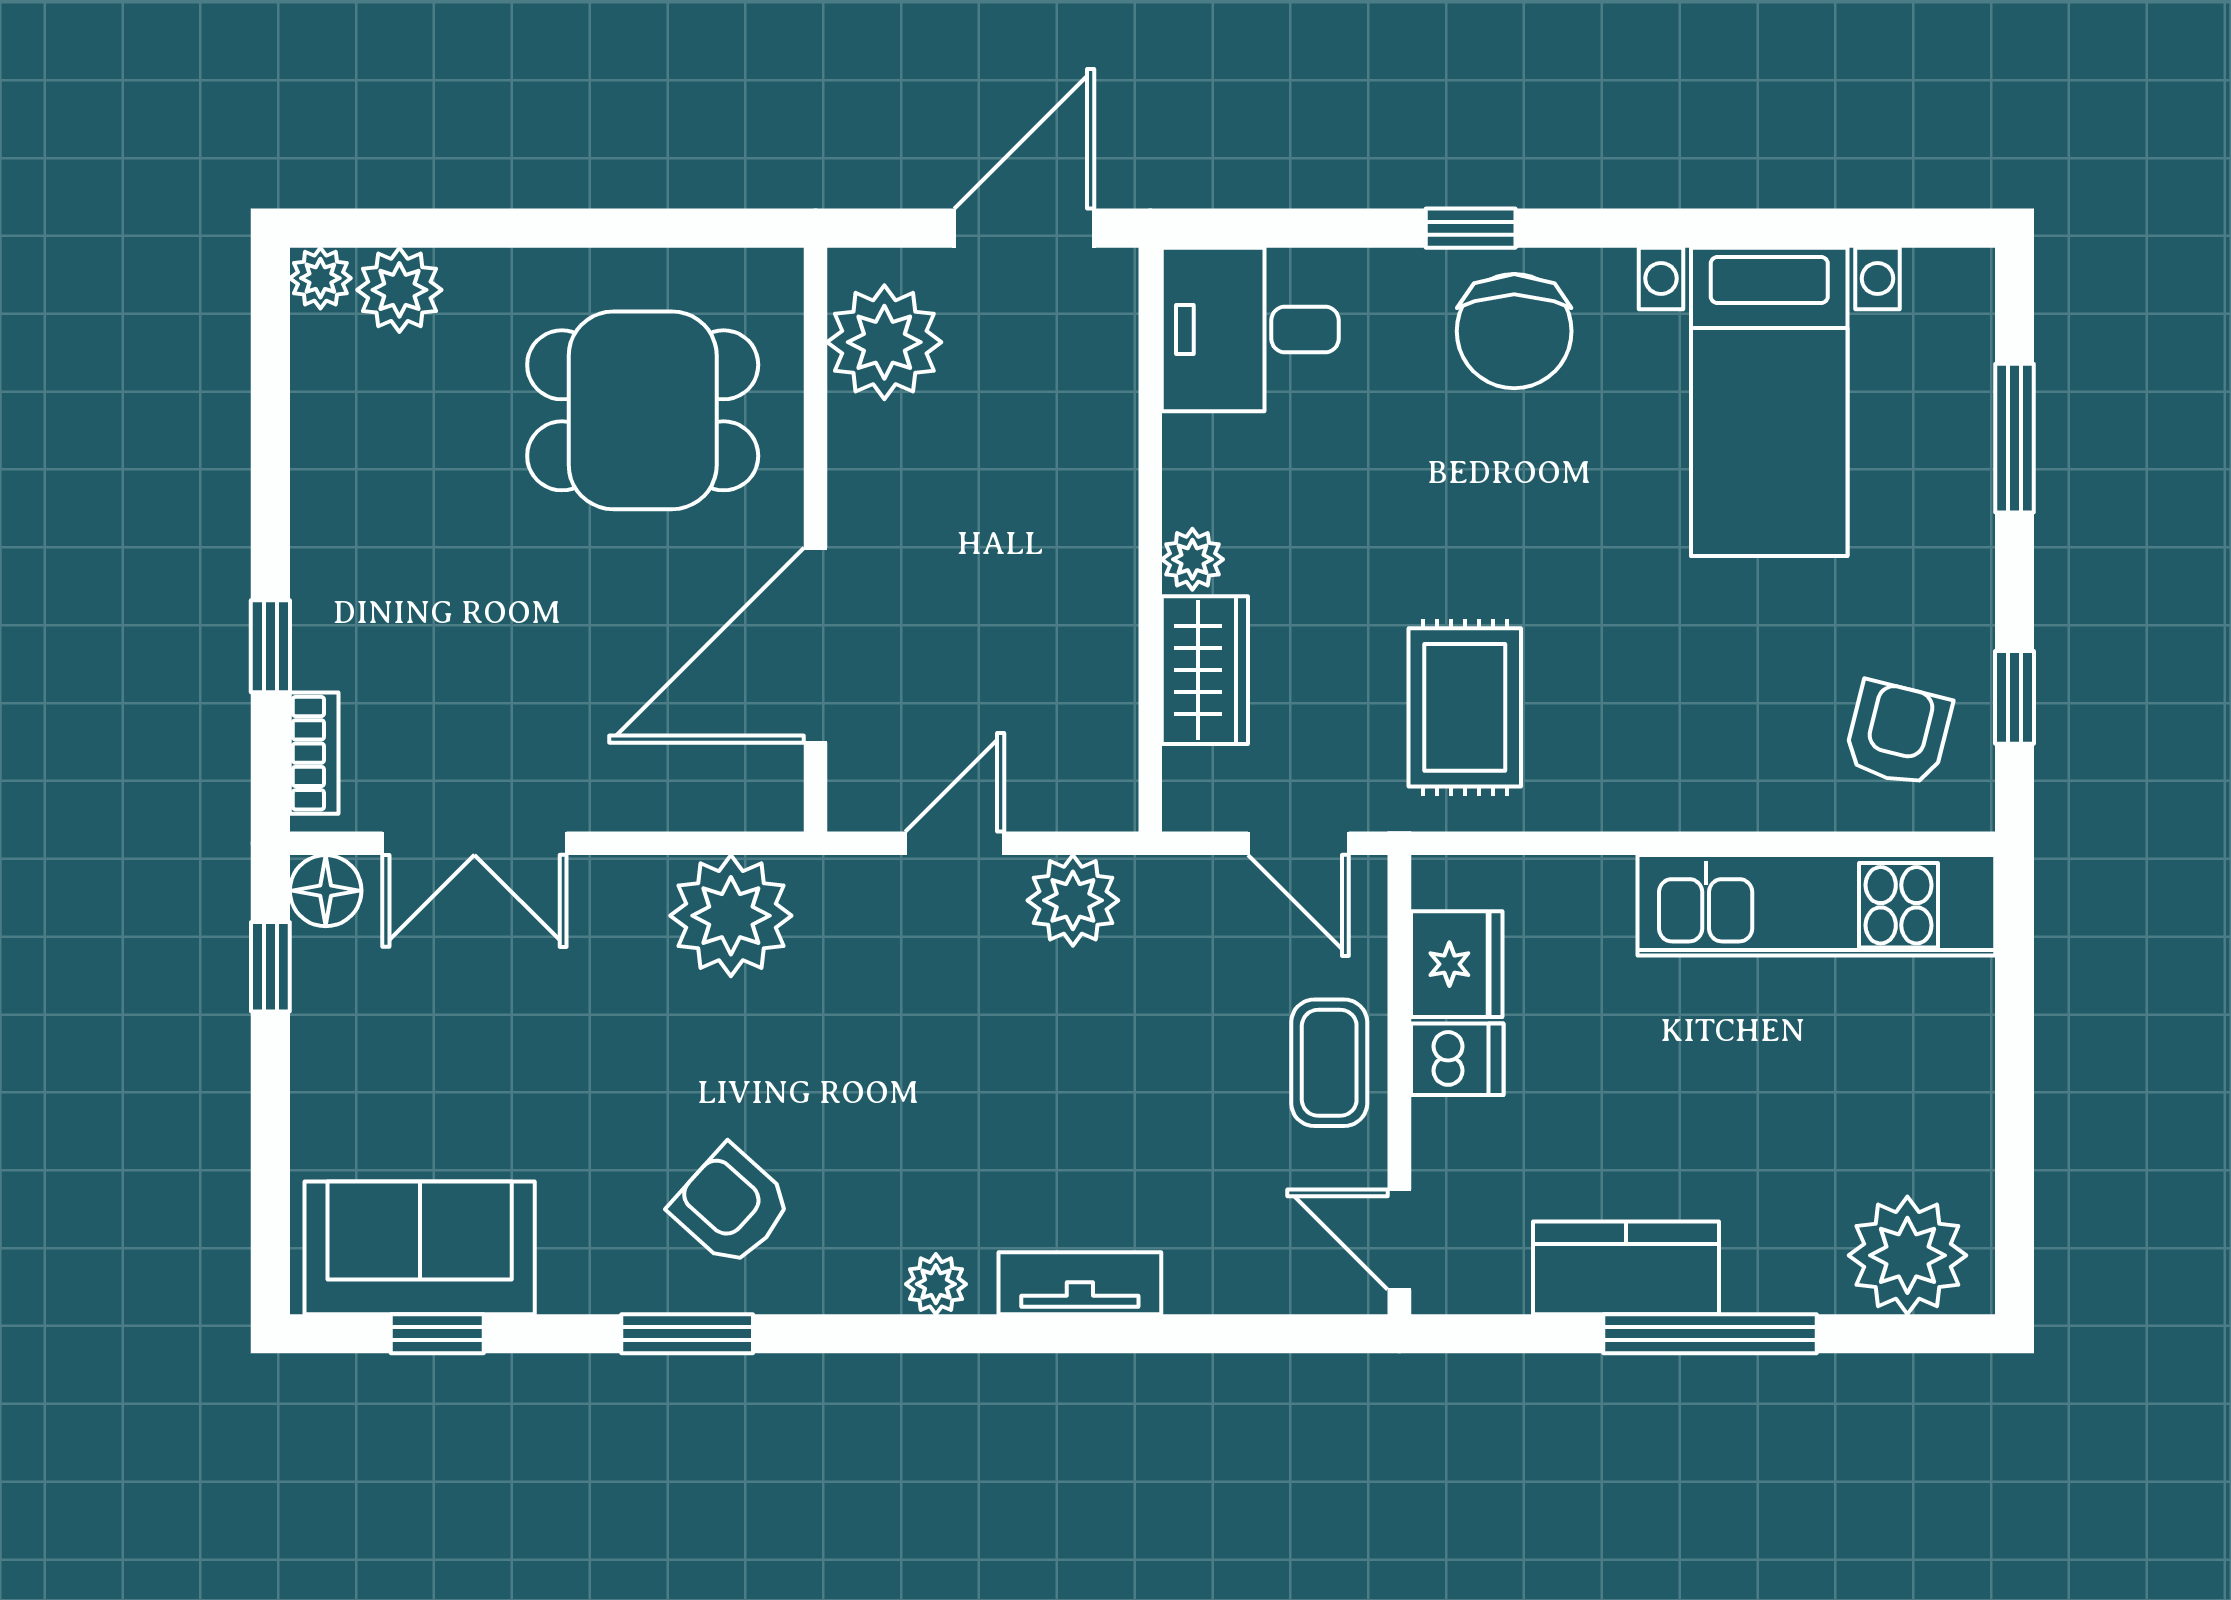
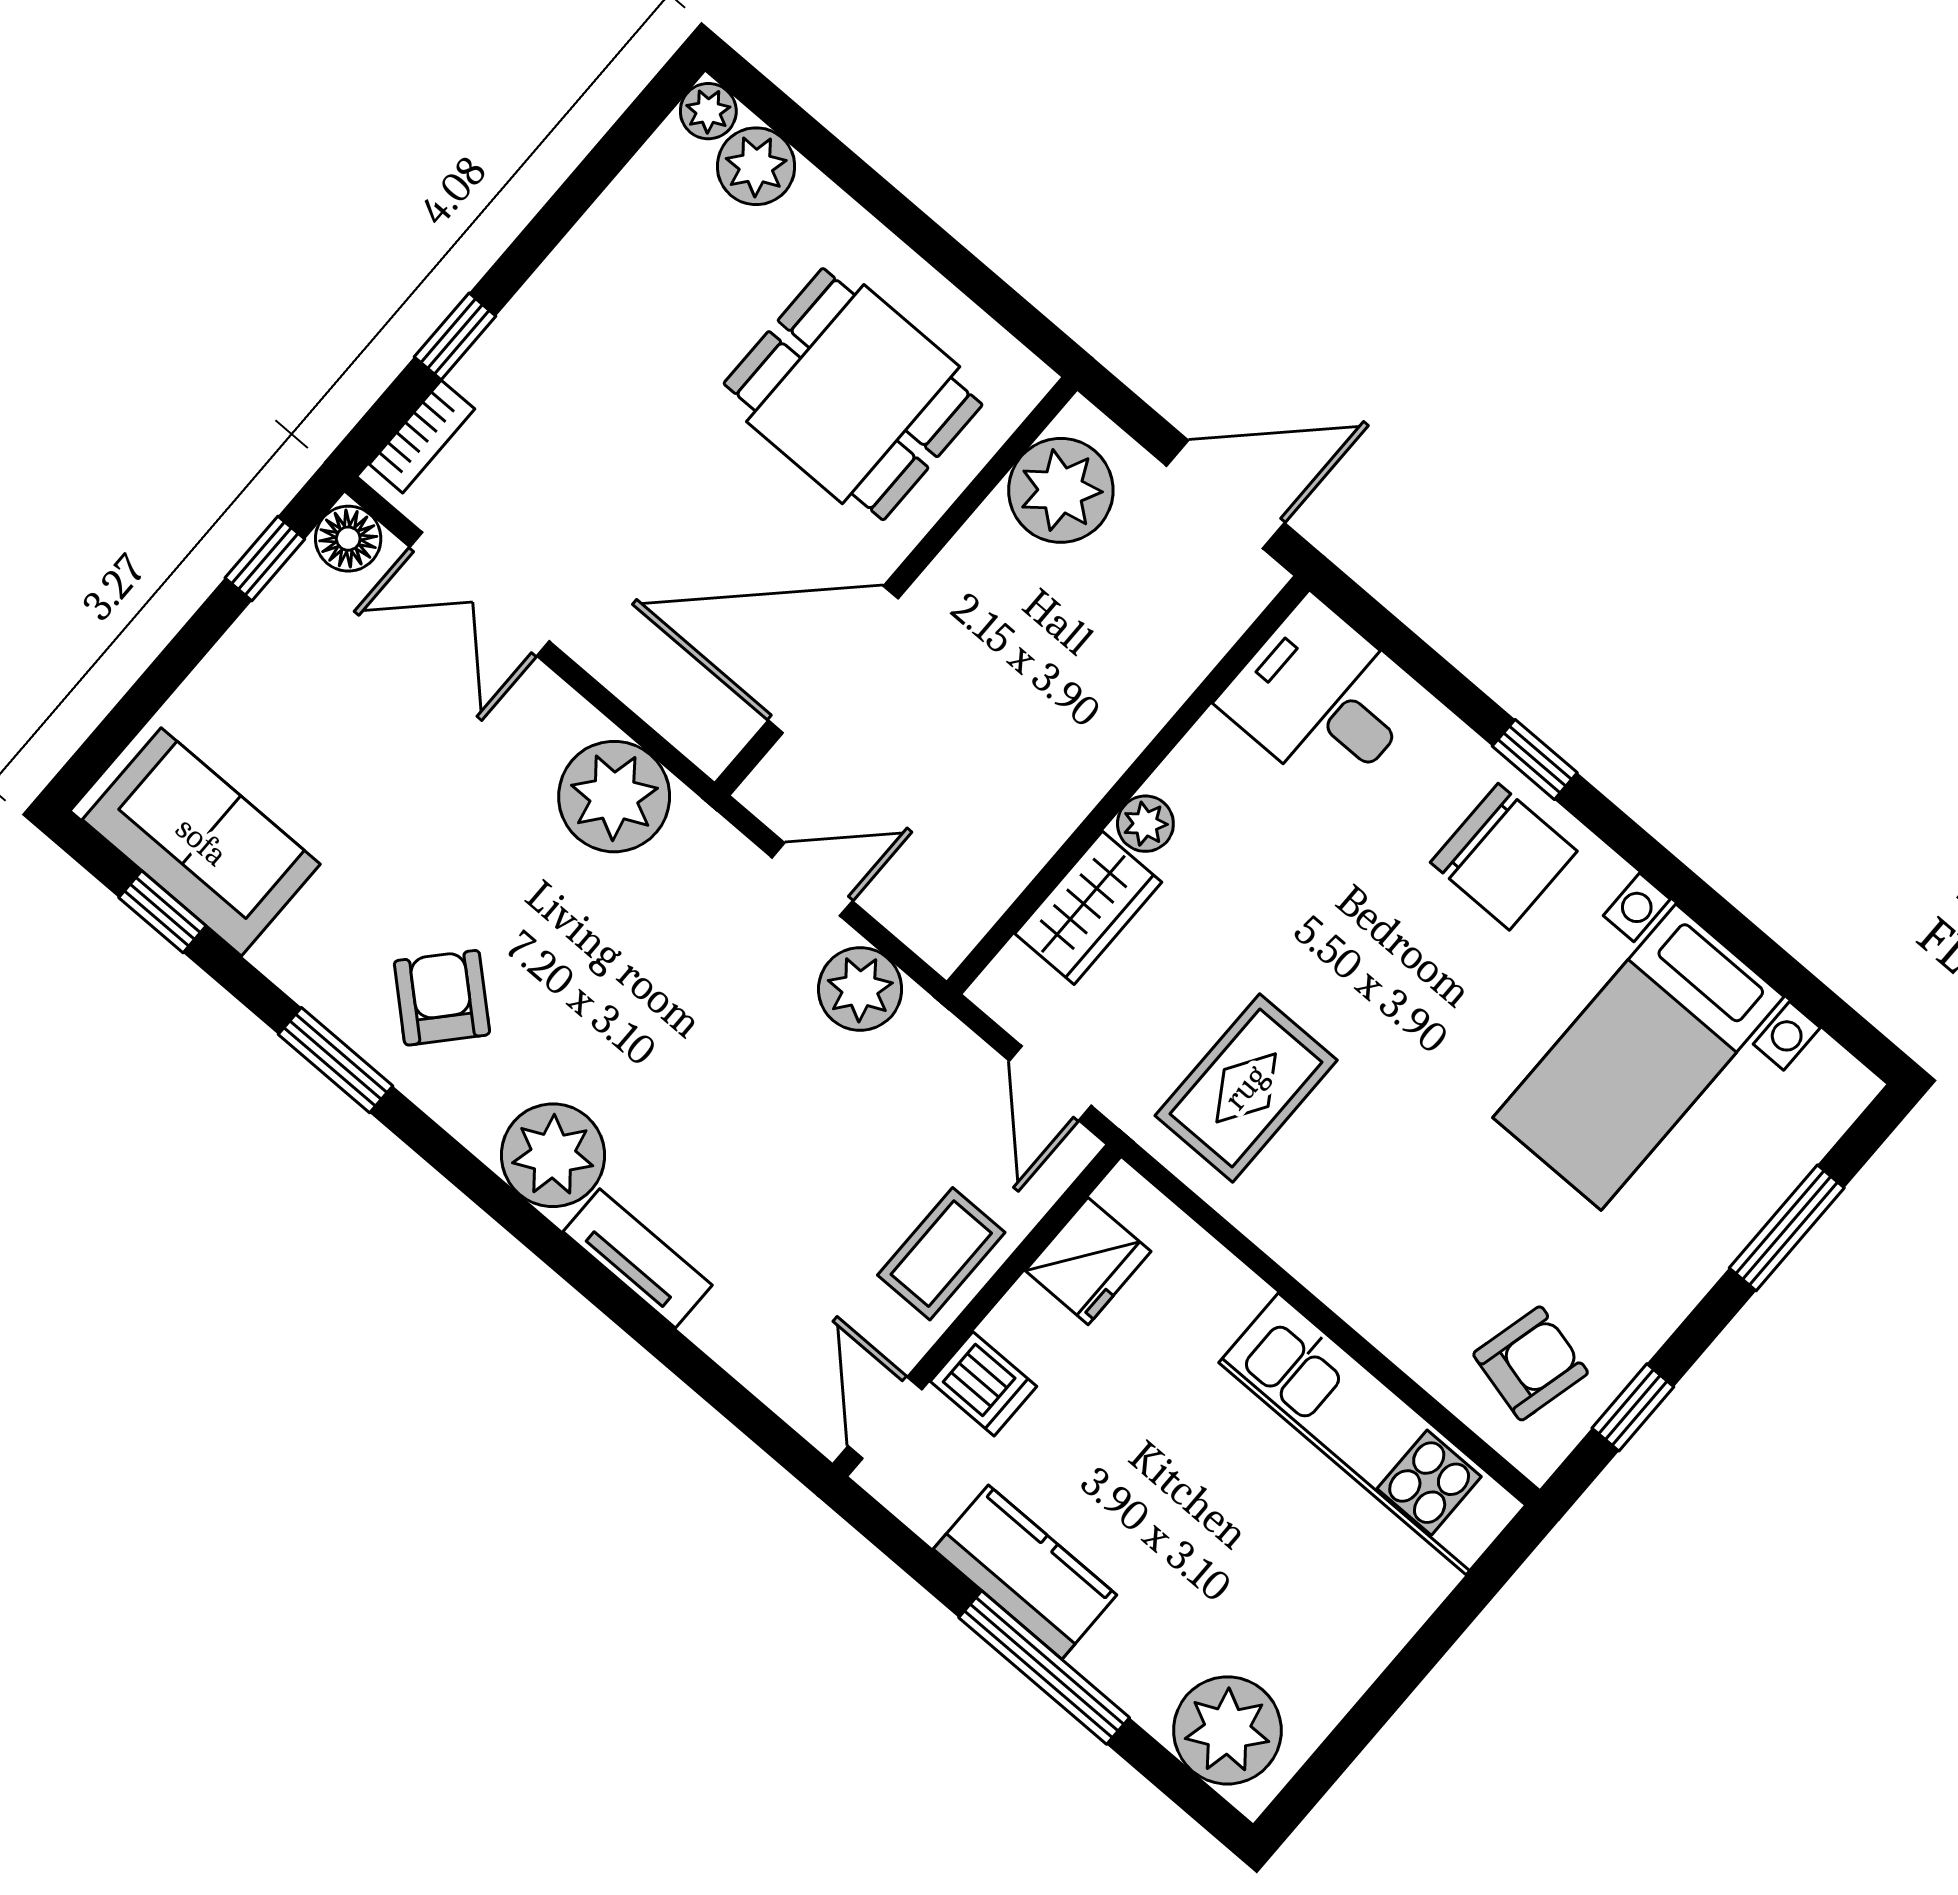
chair: (1514, 331) -> (1504, 857), turned -90
dishwasher: (1457, 1059) -> (983, 1384), moved
plant: (936, 1284) -> (553, 1155), width x1.87, depth x1.87

